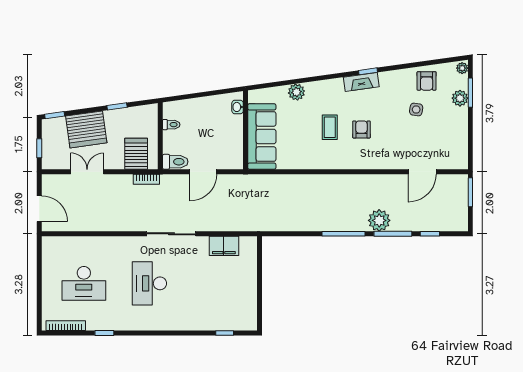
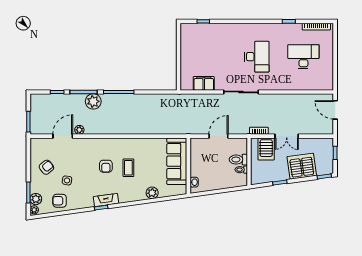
armchair: (427, 81) -> (60, 201), turned -90
plant: (460, 98) -> (36, 199), moved
armchair: (445, 128) -> (46, 167), added
toilet: (175, 162) -> (238, 160), moved
double door: (87, 172) -> (287, 136), moved
plant: (399, 181) -> (79, 130), added

